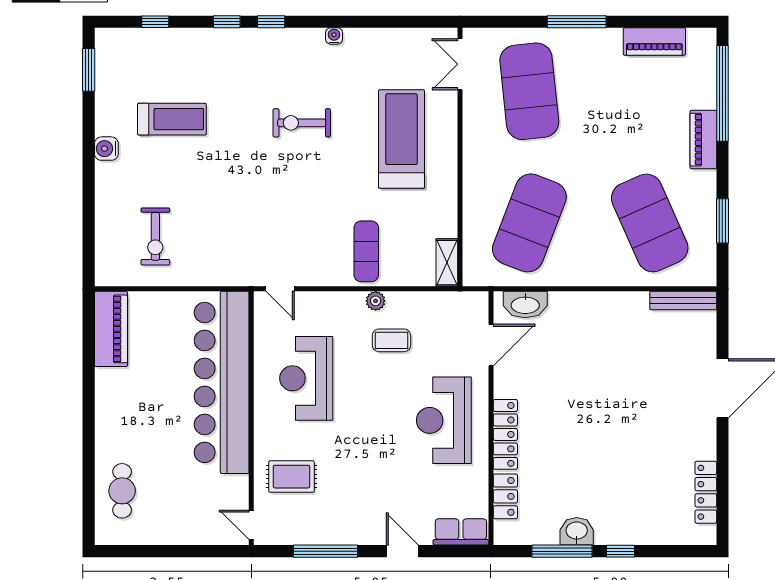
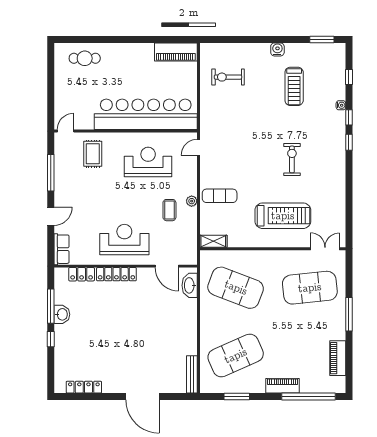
water cooler: (334, 36) -> (341, 105), moved

